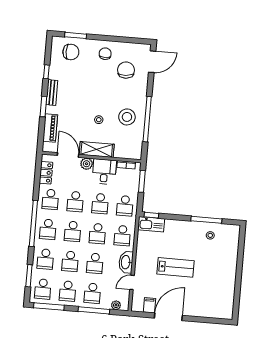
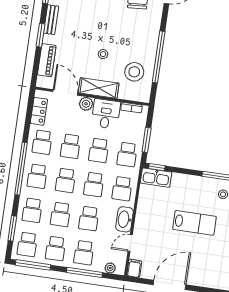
stool: (127, 117) -> (134, 72), moved
window: (142, 181) -> (147, 140), moved
lab bench: (175, 267) -> (195, 223), moved
filing cabinet: (149, 305) -> (134, 268), moved

